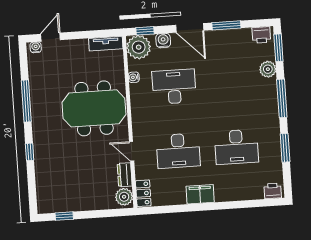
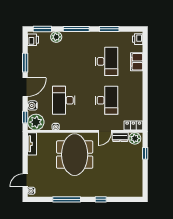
door: (50, 37) -> (25, 180), hinge flipped
filing cabinet: (200, 194) -> (137, 62), moved
window: (64, 216) -> (145, 153), moved

